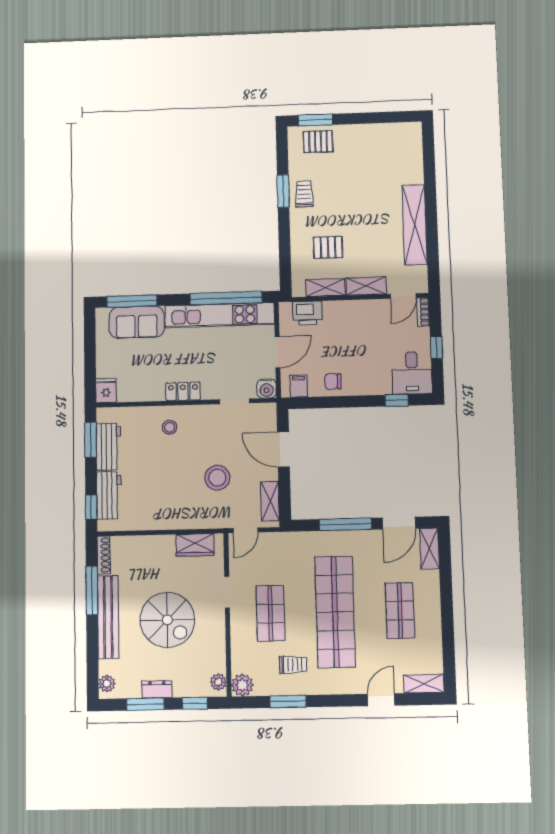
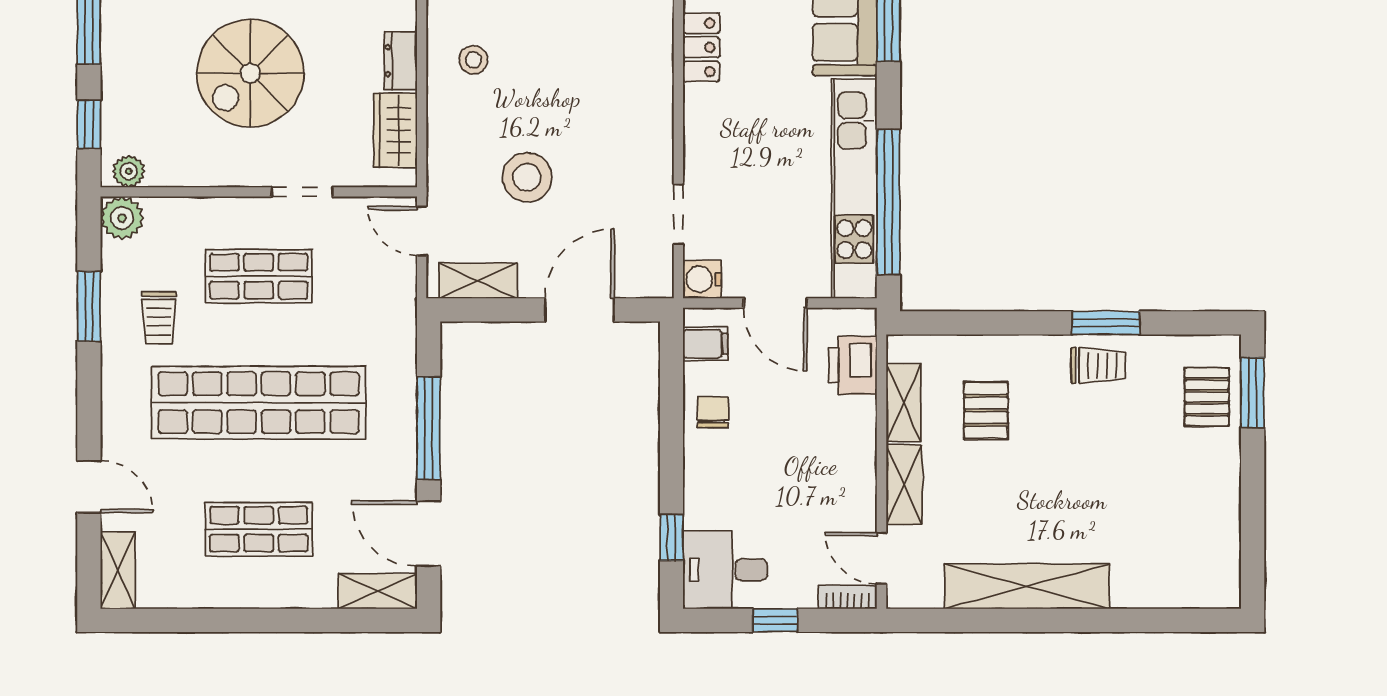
locker: (183, 391) -> (701, 47), moved
stool: (170, 427) -> (473, 60), moved
dresser: (157, 689) -> (401, 61), moved, turned 180

